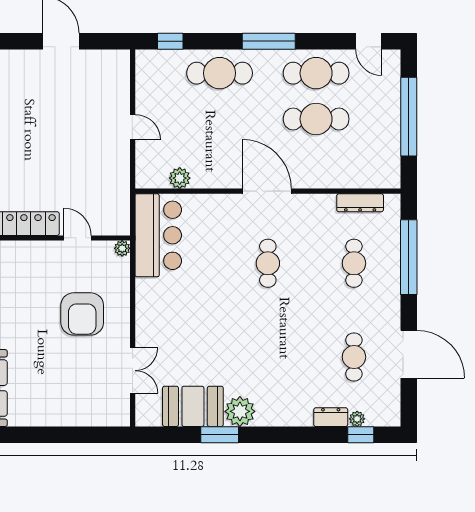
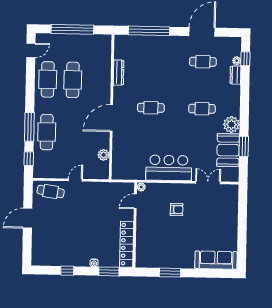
window: (269, 41) -> (29, 127), moved
cafe table: (111, 82) -> (51, 191), added
door: (267, 191) -> (111, 118), moved
dresser: (360, 203) -> (119, 73), moved
bar counter: (158, 235) -> (169, 168), moved
door: (78, 238) -> (135, 201), moved
cafe table: (354, 263) -> (202, 109), moved
armchair: (82, 314) -> (177, 209), width x0.53, depth x0.53
window: (220, 435) -> (244, 146), moved

